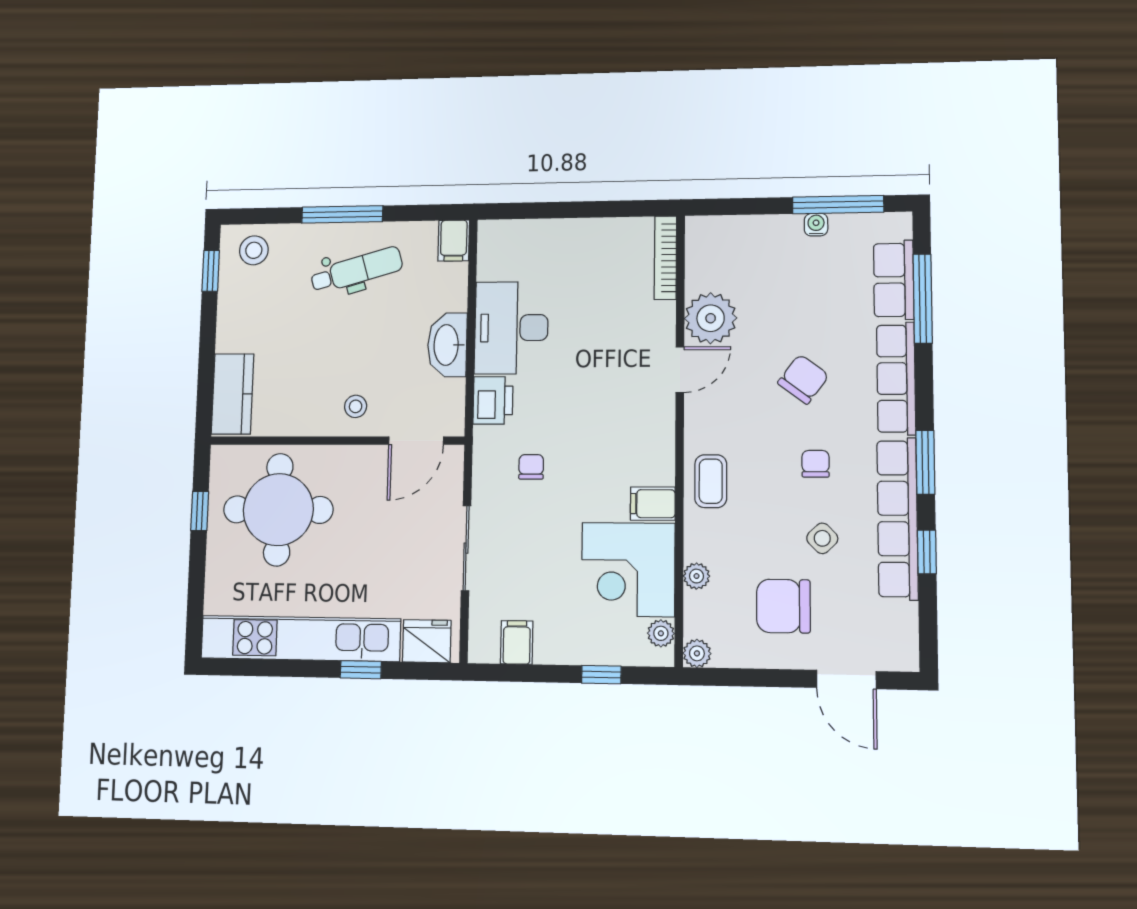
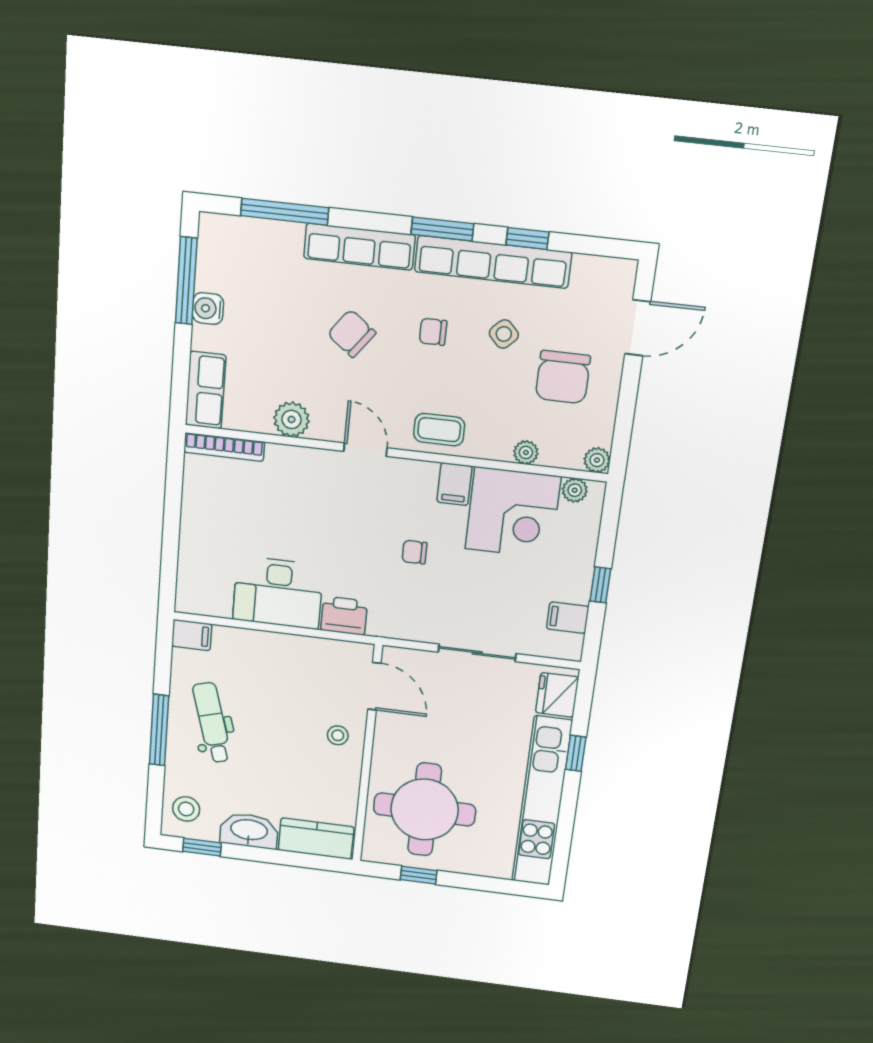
water cooler: (816, 225) -> (208, 308), width x1.38, depth x1.38
row of seats: (894, 280) -> (206, 390), moved, turned -90
plant: (711, 318) -> (292, 419), width x0.73, depth x0.73
washbasin: (447, 345) -> (249, 831), moved, turned 180
door: (680, 370) -> (365, 450), moved
chair: (531, 467) -> (415, 552), moved
window: (601, 675) -> (600, 585), moved

